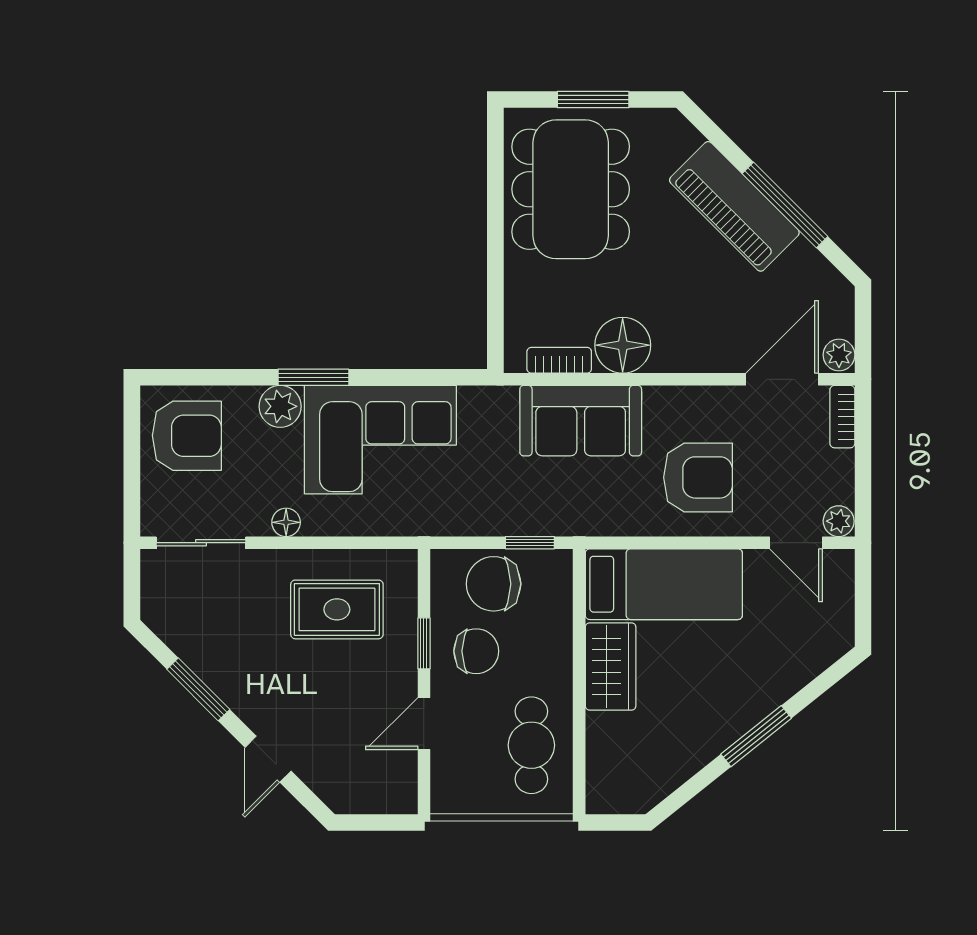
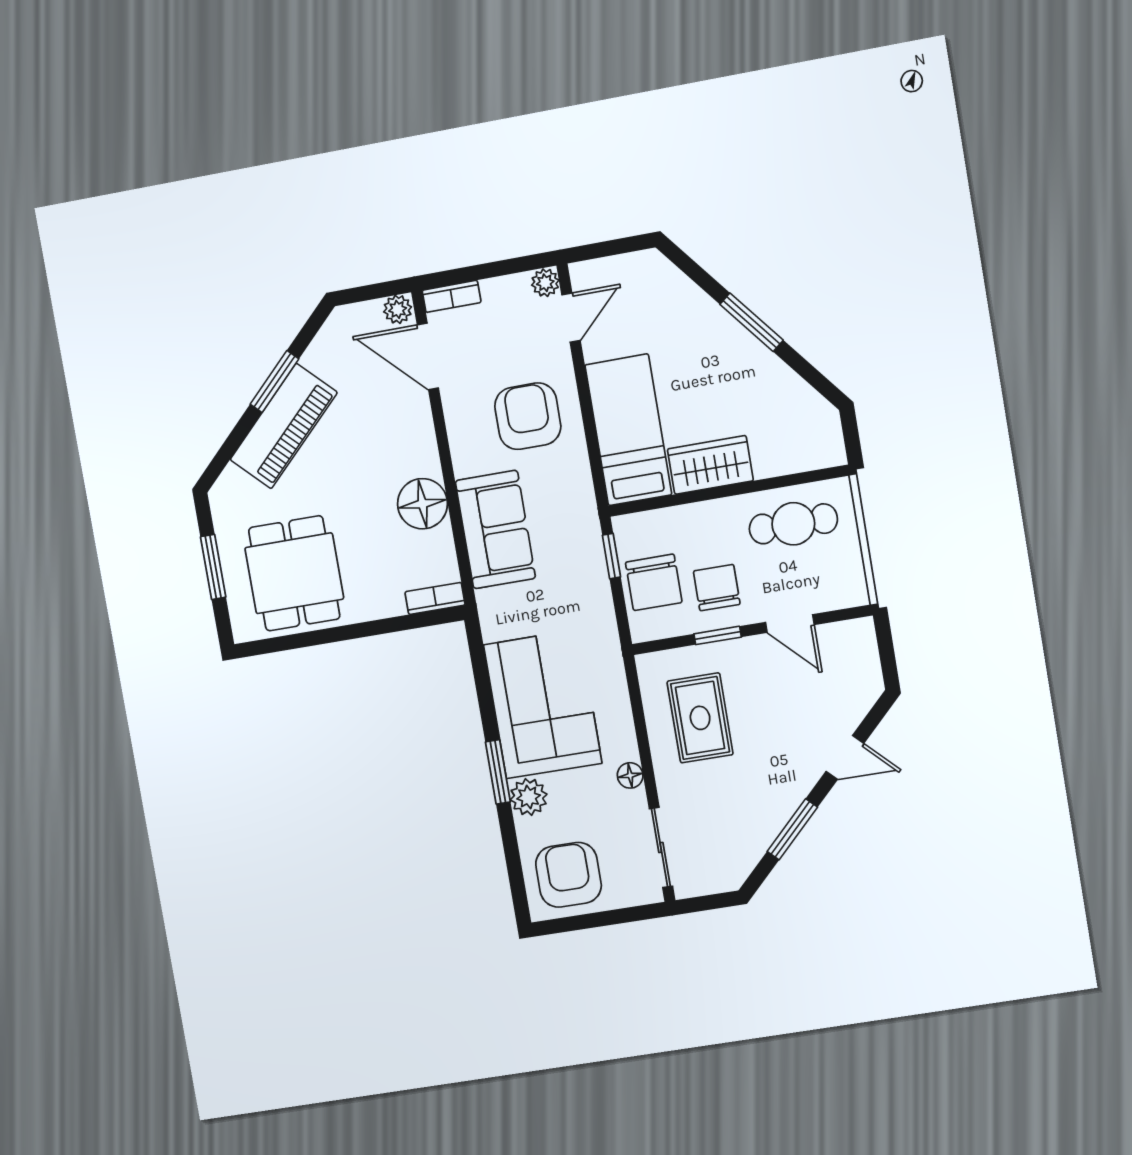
dining table: (571, 189) -> (294, 573), width x0.73
window: (785, 205) -> (274, 382), width x0.69
bookcase: (559, 360) -> (435, 598), moved, turned 90

